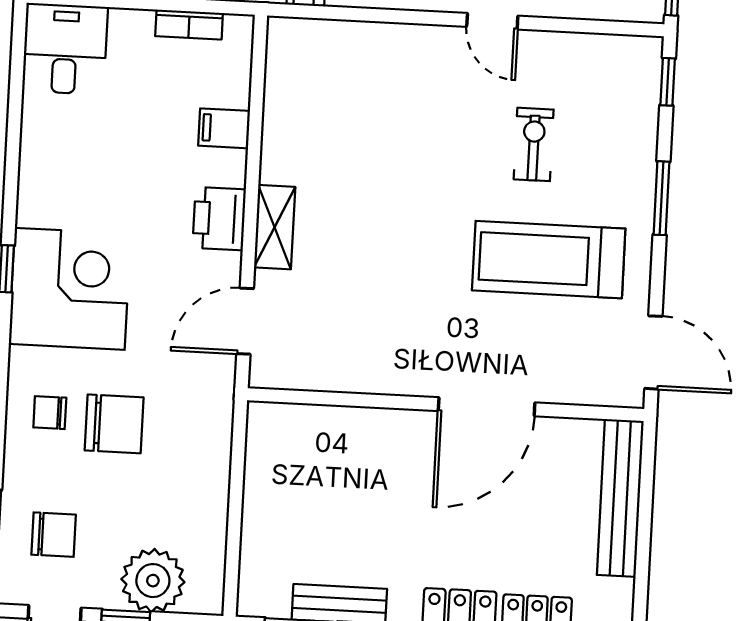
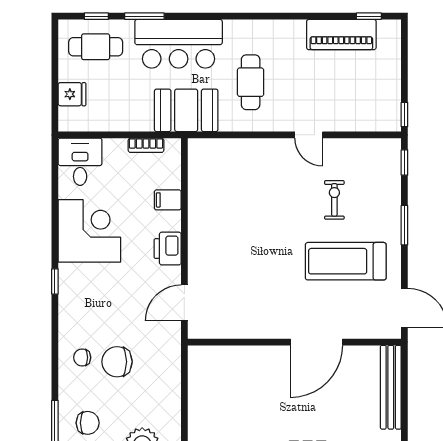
shelving: (275, 227) -> (198, 252), removed
corner desk: (70, 289) -> (89, 231), moved
chair: (114, 424) -> (117, 362), turned 180

